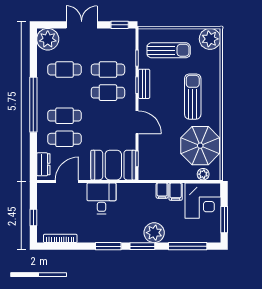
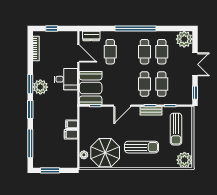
cafe table: (64, 116) -> (144, 52), moved
corner desk: (203, 201) -> (64, 155), removed
plant: (154, 233) -> (40, 87), moved

